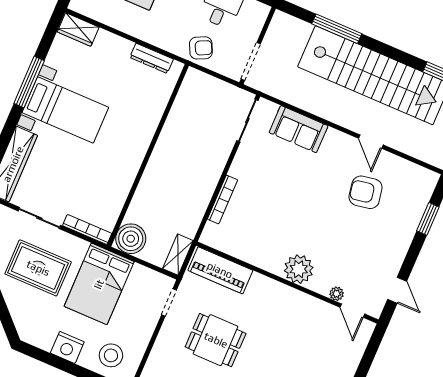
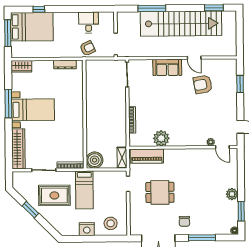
sofa: (299, 129) -> (167, 67), moved
plant: (299, 269) -> (161, 138), moved
bed: (99, 284) -> (84, 190), width x0.67

